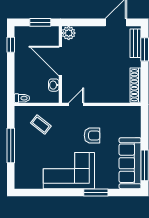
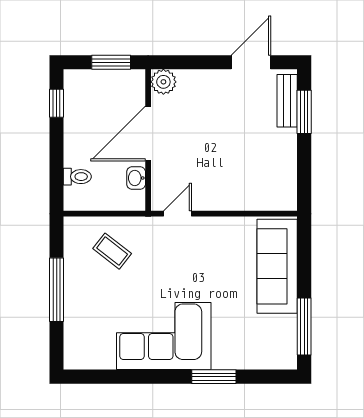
door: (60, 61) -> (148, 134), hinge flipped
shoe rack: (136, 85) -> (287, 178), removed
toilet: (22, 98) -> (77, 177), moved
armchair: (92, 135) -> (207, 271), removed
sofa: (130, 163) -> (277, 266), moved

